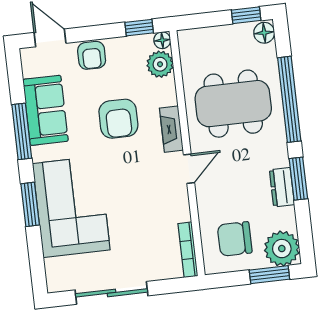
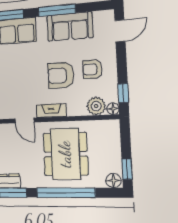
armchair: (92, 55) -> (93, 69), moved

